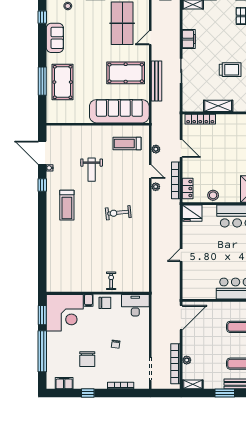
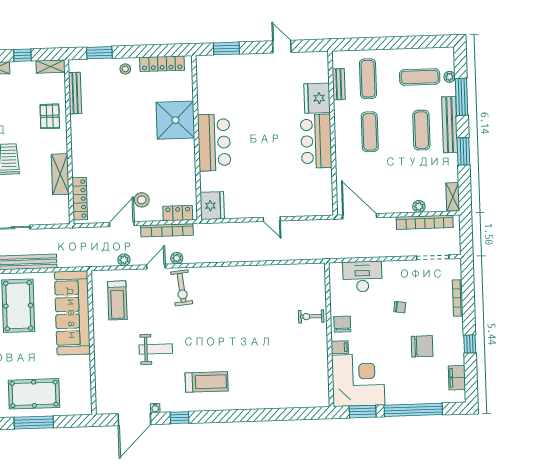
stool: (213, 195) -> (142, 200), moved
exercise bike: (118, 213) -> (182, 288), moved
desk: (135, 305) -> (362, 277), moved, turned 90

